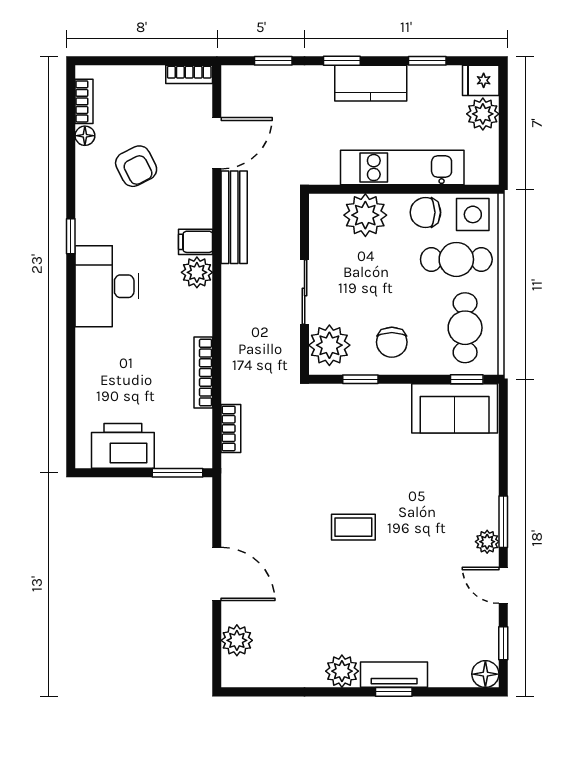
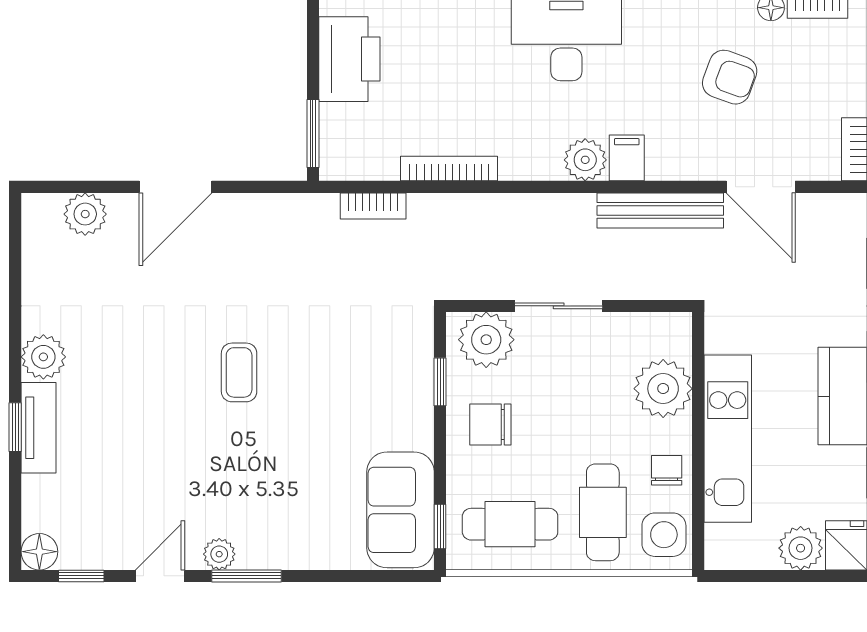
armchair: (136, 166) -> (730, 77), turned -133
chair: (425, 212) -> (667, 470), width x0.73, depth x0.73

